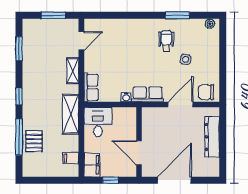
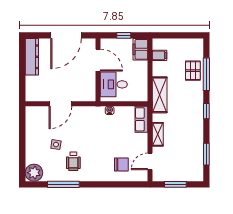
window: (177, 15) -> (63, 184), width x1.44
plant: (210, 24) -> (34, 173), width x1.88, depth x1.88
chair: (206, 92) -> (121, 165), moved
row of seats: (148, 94) -> (90, 113), removed
desk: (98, 122) -> (114, 84), moved, turned 90
dresser: (212, 137) -> (32, 57), moved

